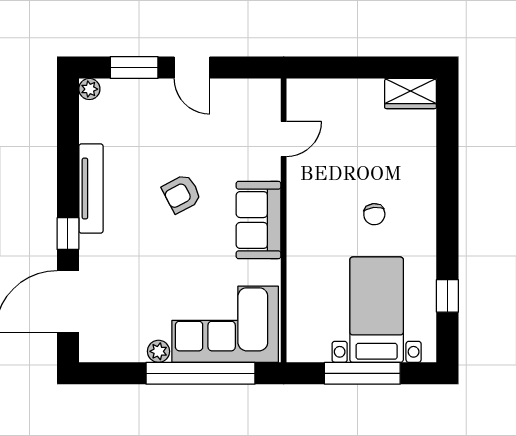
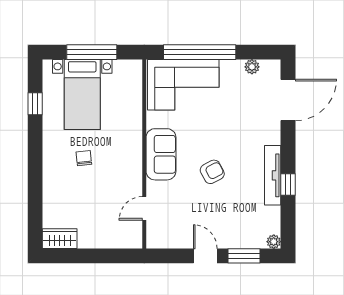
window: (68, 234) -> (288, 185), moved
plant: (159, 351) -> (252, 67), moved

